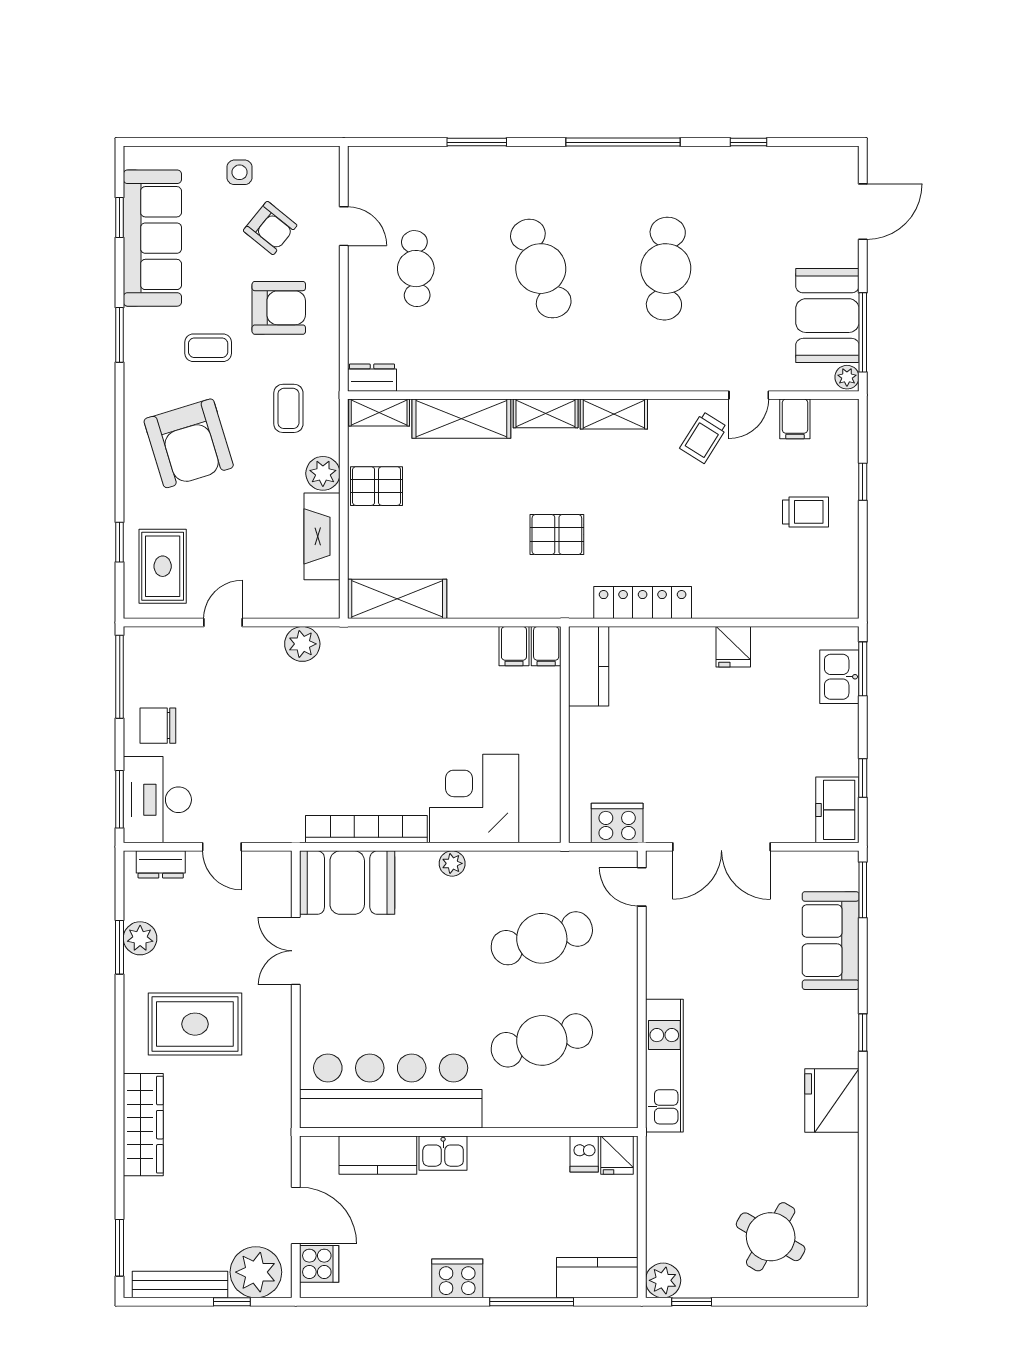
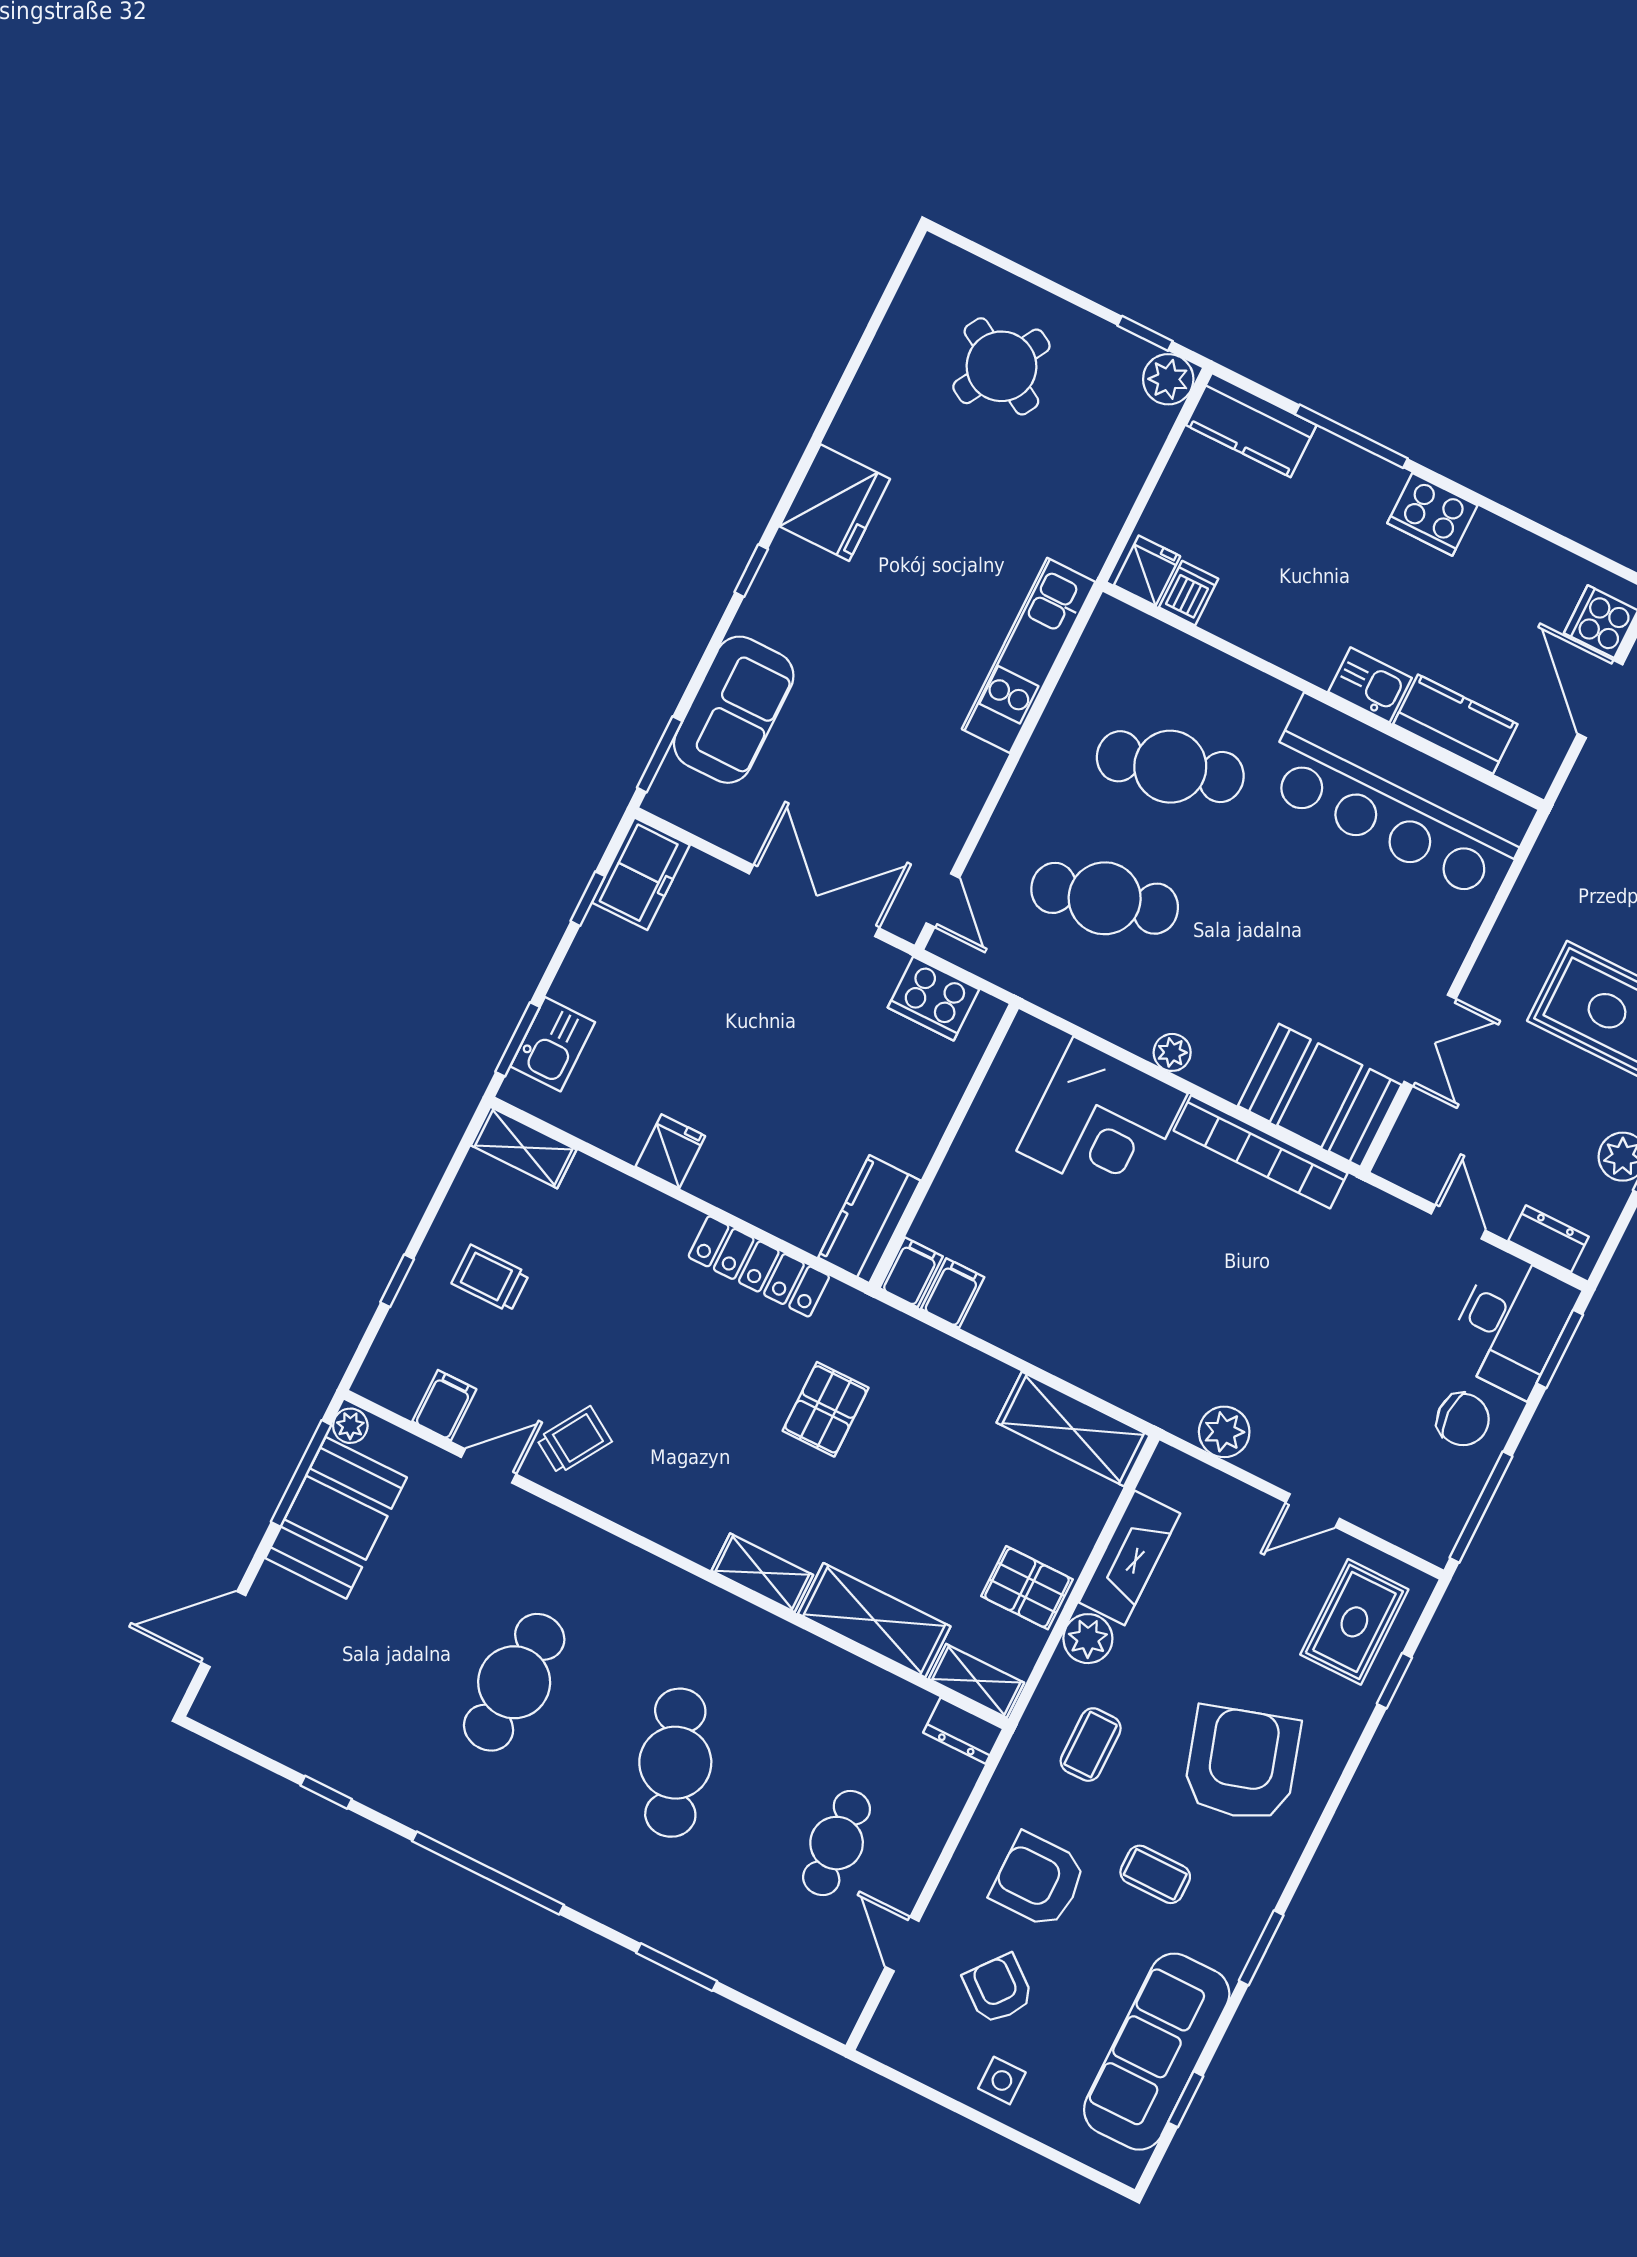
shelving: (614, 414) -> (524, 1147), moved
pallet: (557, 535) -> (826, 1409), turned 90

